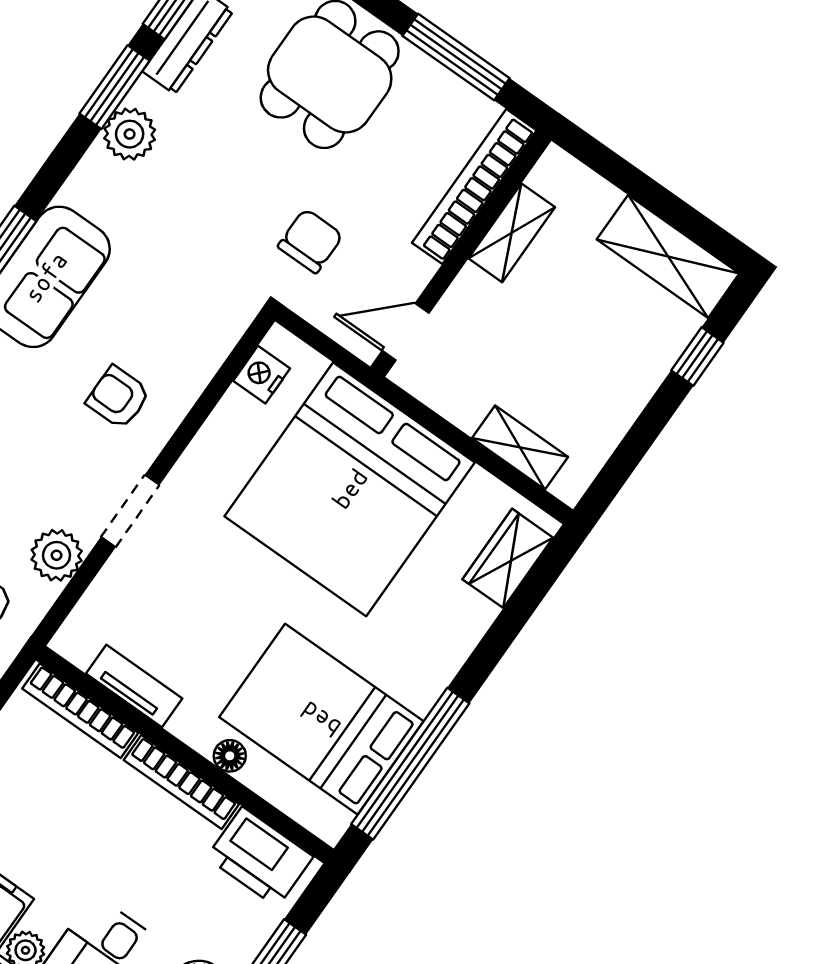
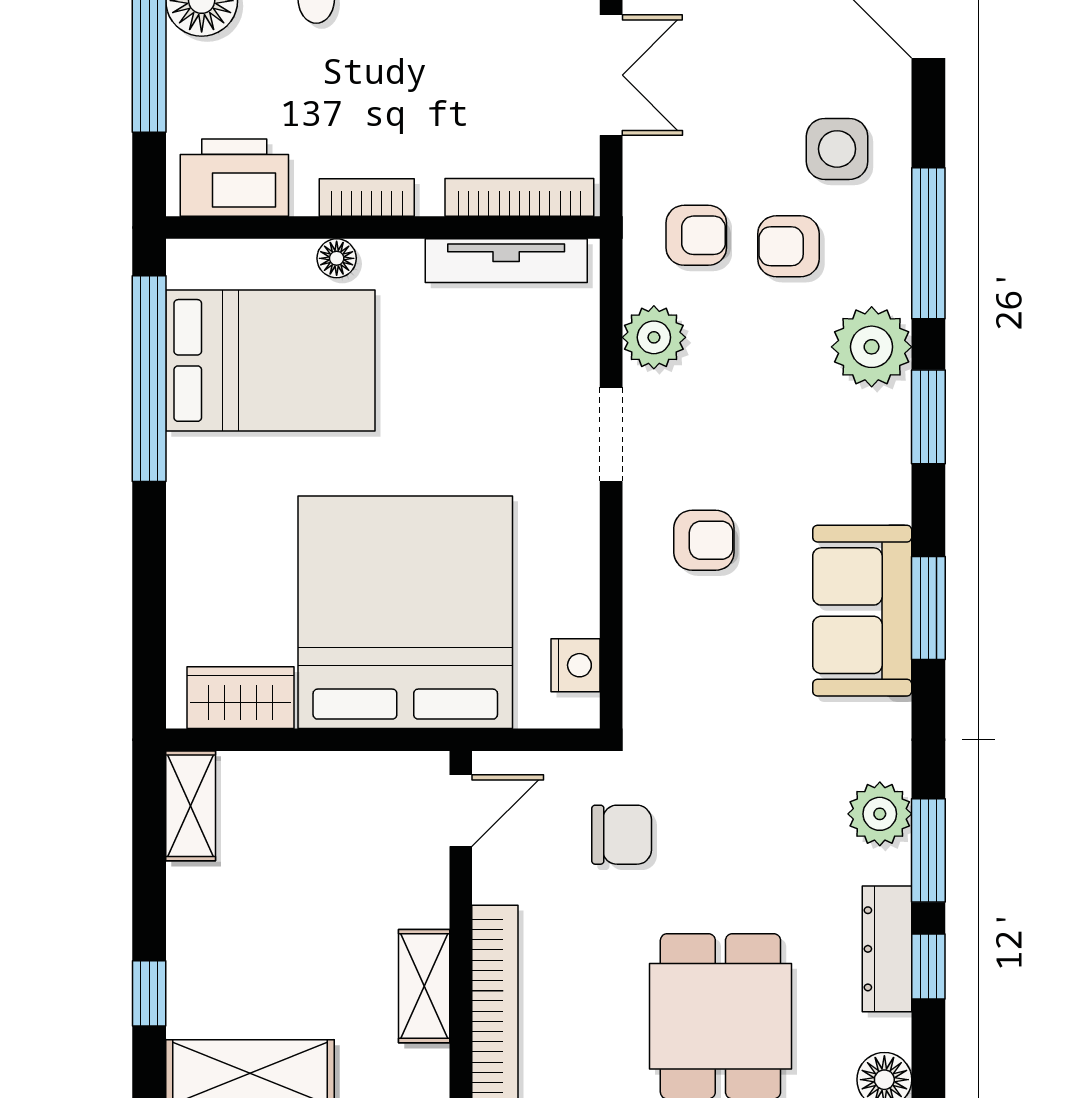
chair: (310, 241) -> (622, 835), turned -90
shelving: (520, 447) -> (191, 806), moved, turned 90
wardrobe: (508, 558) -> (240, 698), moved, turned -90
tv unit: (134, 686) -> (506, 261), width x1.41
bookcase: (181, 782) -> (367, 198), width x0.64

